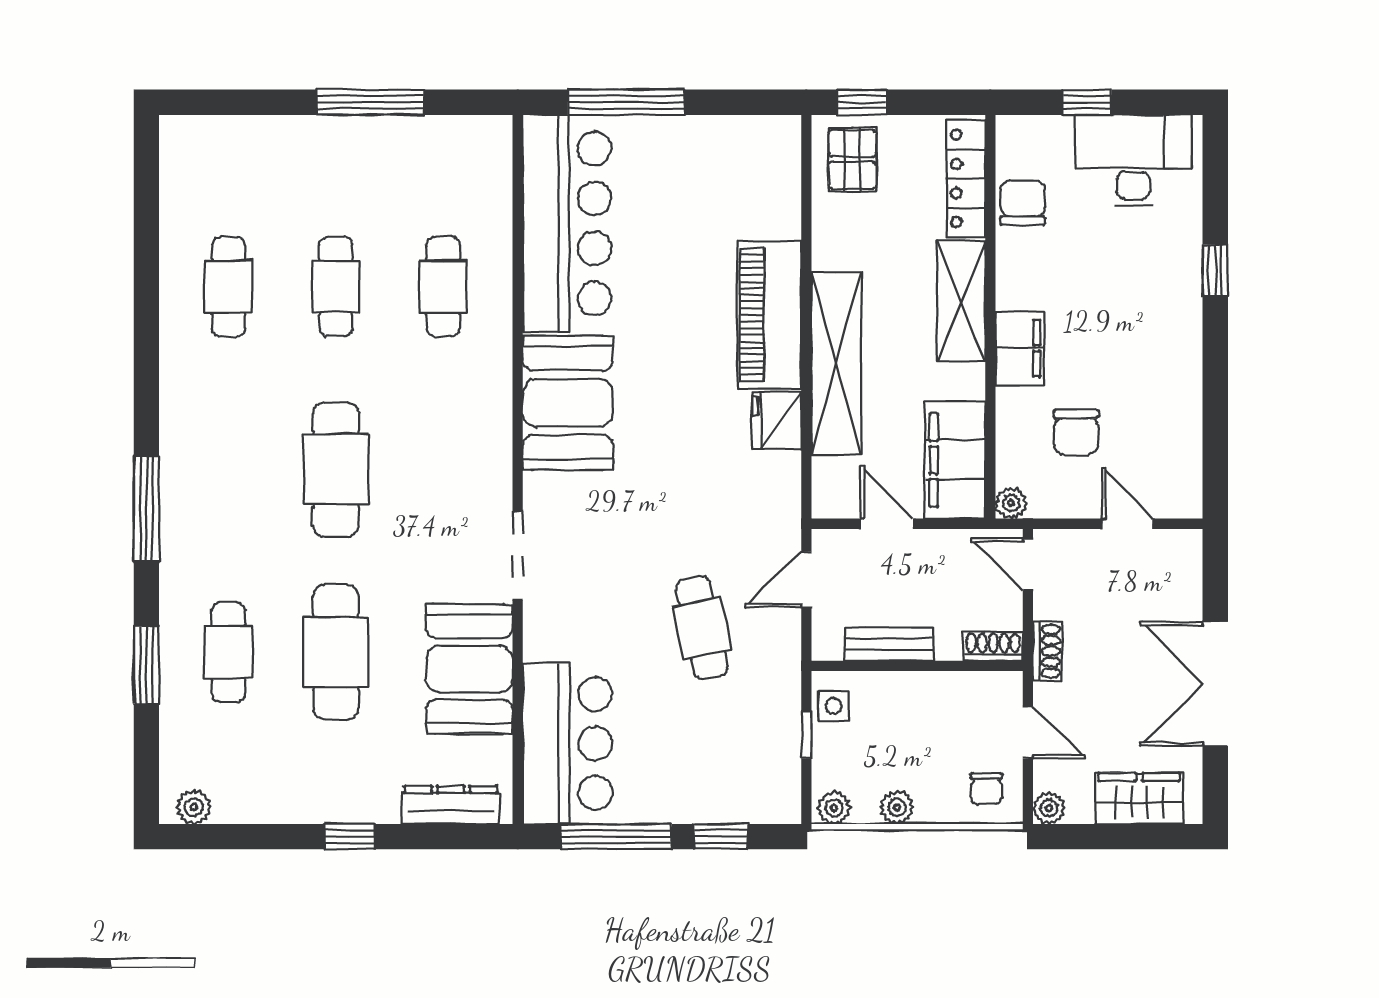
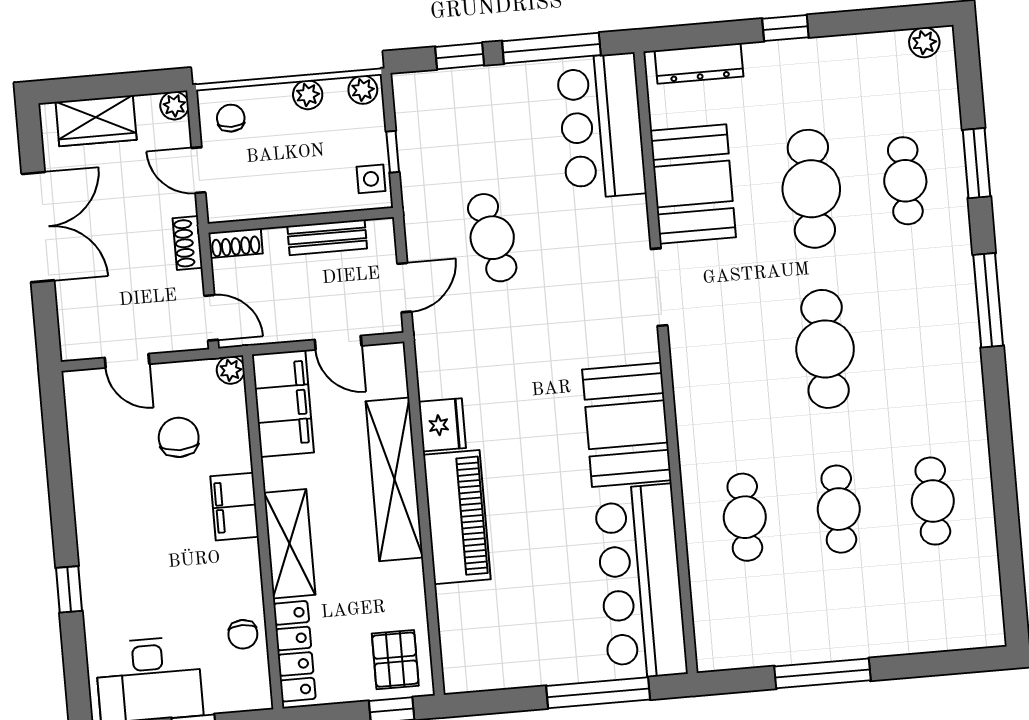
chair: (1023, 203) -> (243, 634), width x0.73, depth x0.73

